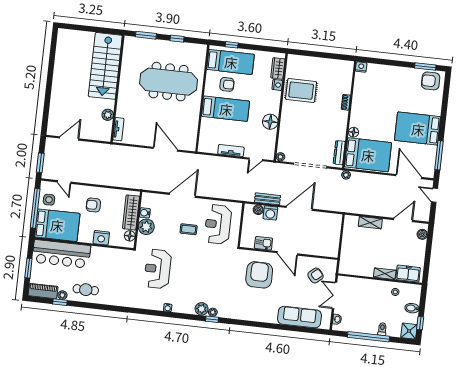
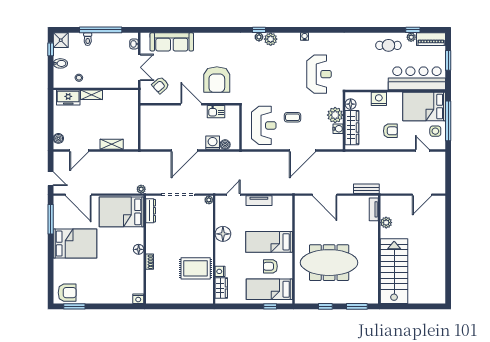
floor lamp: (353, 132) -> (139, 249), moved
window: (40, 163) -> (448, 167), removed
bench: (267, 199) -> (366, 189), moved

